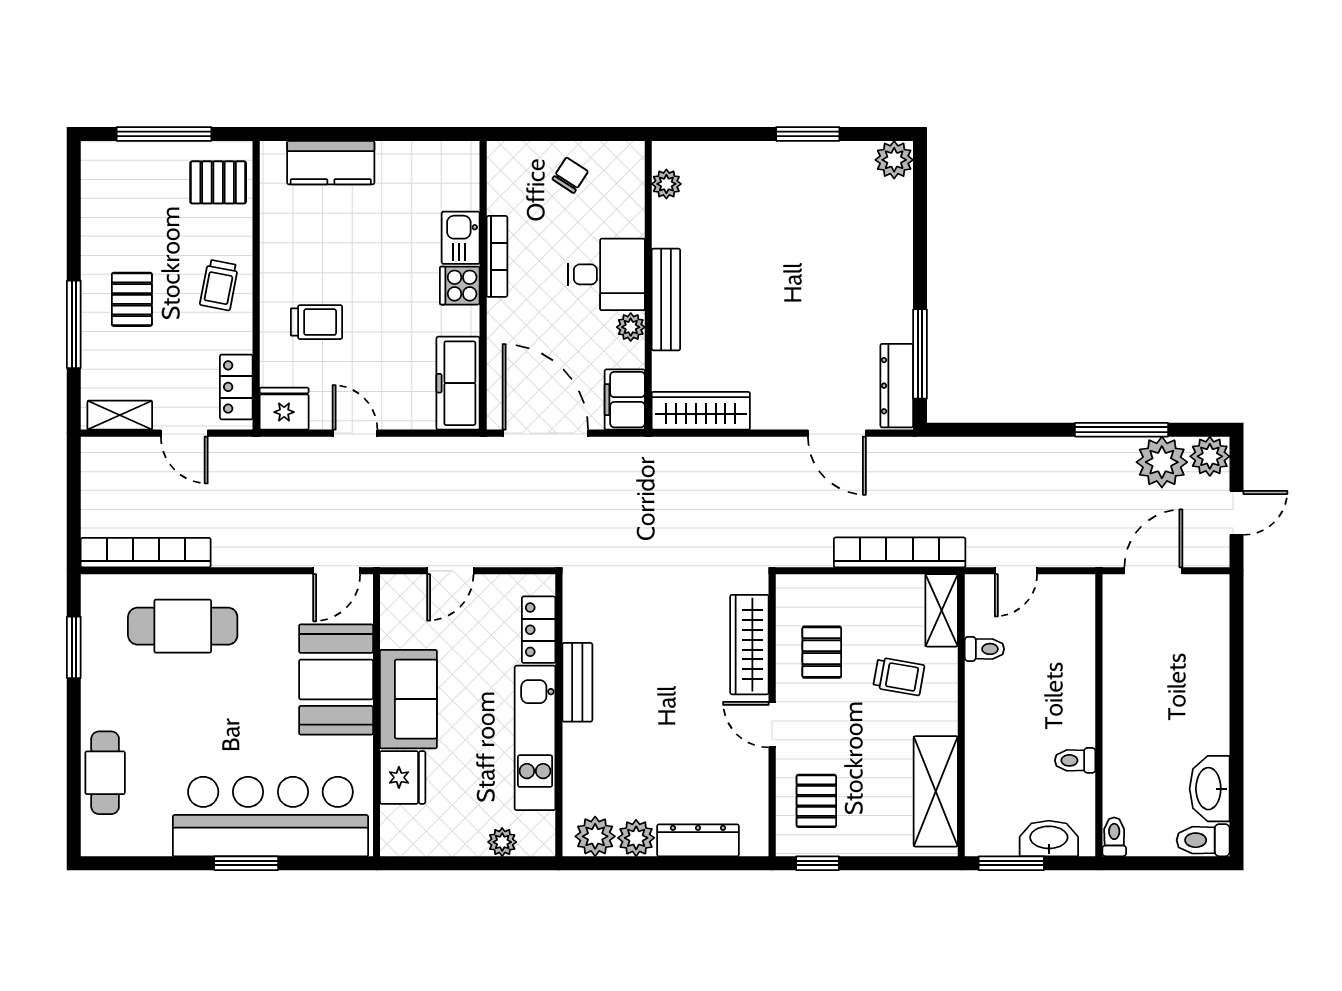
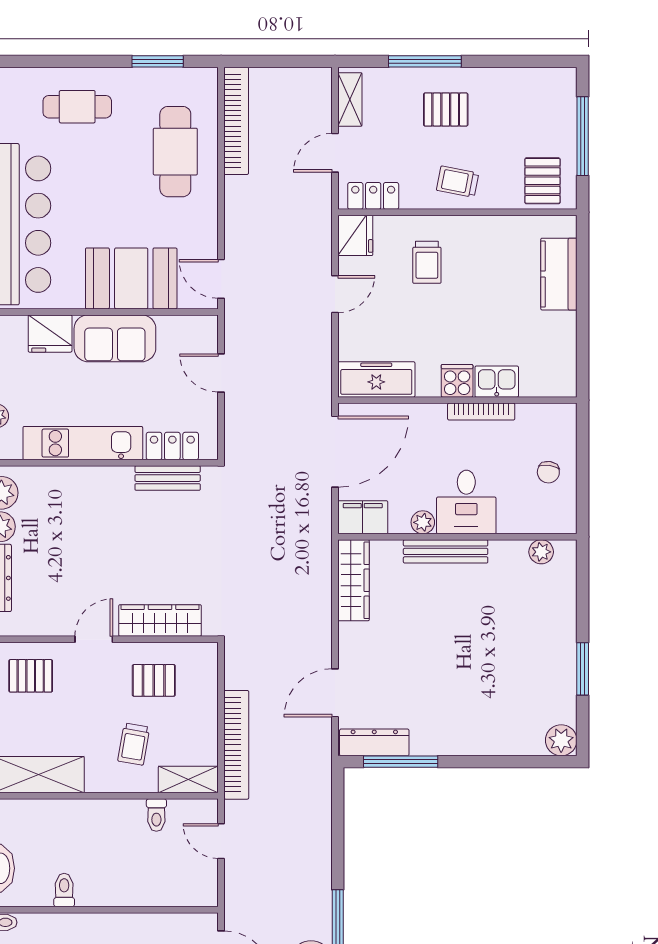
chair: (570, 175) -> (548, 472), turned 65
bench: (577, 682) -> (168, 478), moved
cafe table: (105, 773) -> (77, 107), moved

